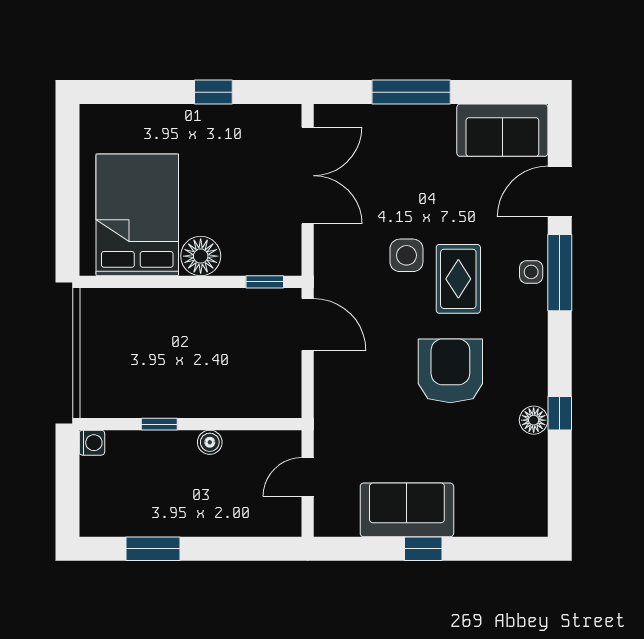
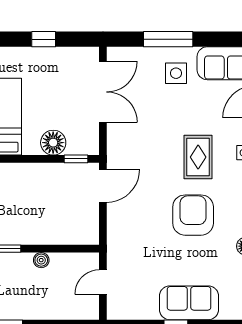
side table: (406, 255) -> (176, 73), moved
floor lamp: (201, 256) -> (53, 143), moved
door: (308, 325) -> (103, 186), hinge flipped
sofa: (407, 510) -> (189, 303), moved

